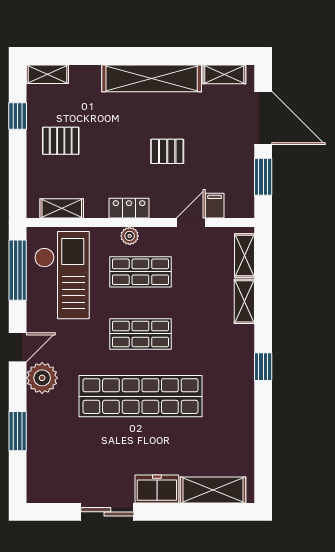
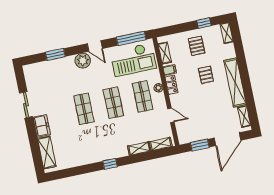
pallet: (167, 151) -> (206, 75), moved
filing cabinet: (215, 206) -> (170, 70), moved
shop shelf: (140, 396) -> (84, 109), width x0.50, depth x0.74

